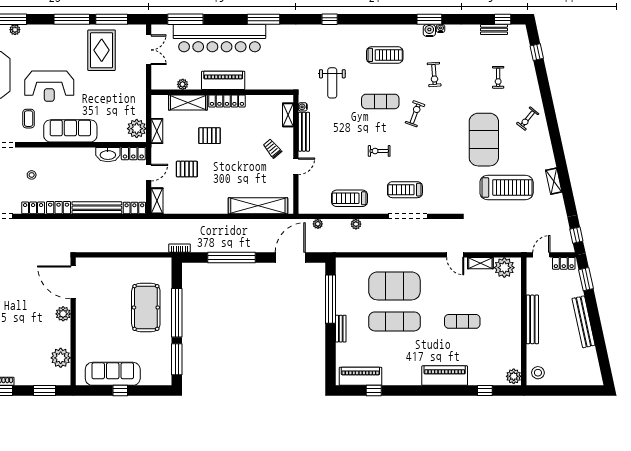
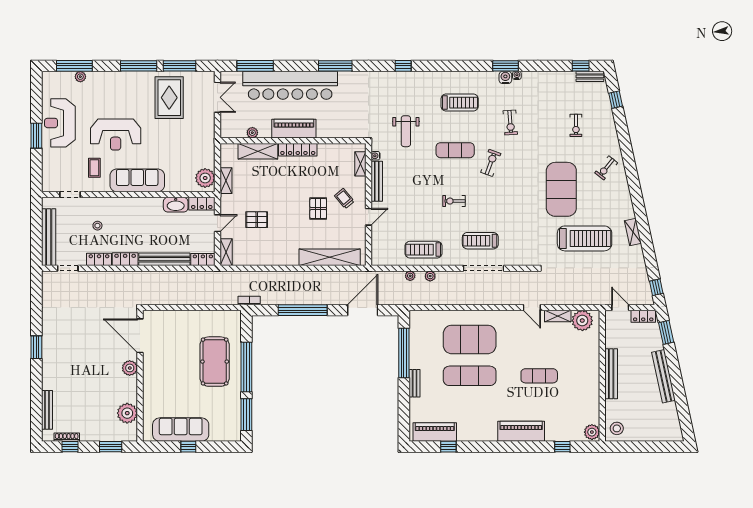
bench: (494, 30) -> (590, 76), moved
pallet: (210, 136) -> (318, 209), moved, turned 90
plant: (318, 224) -> (410, 276), moved
door: (541, 255) -> (620, 308), hinge flipped

